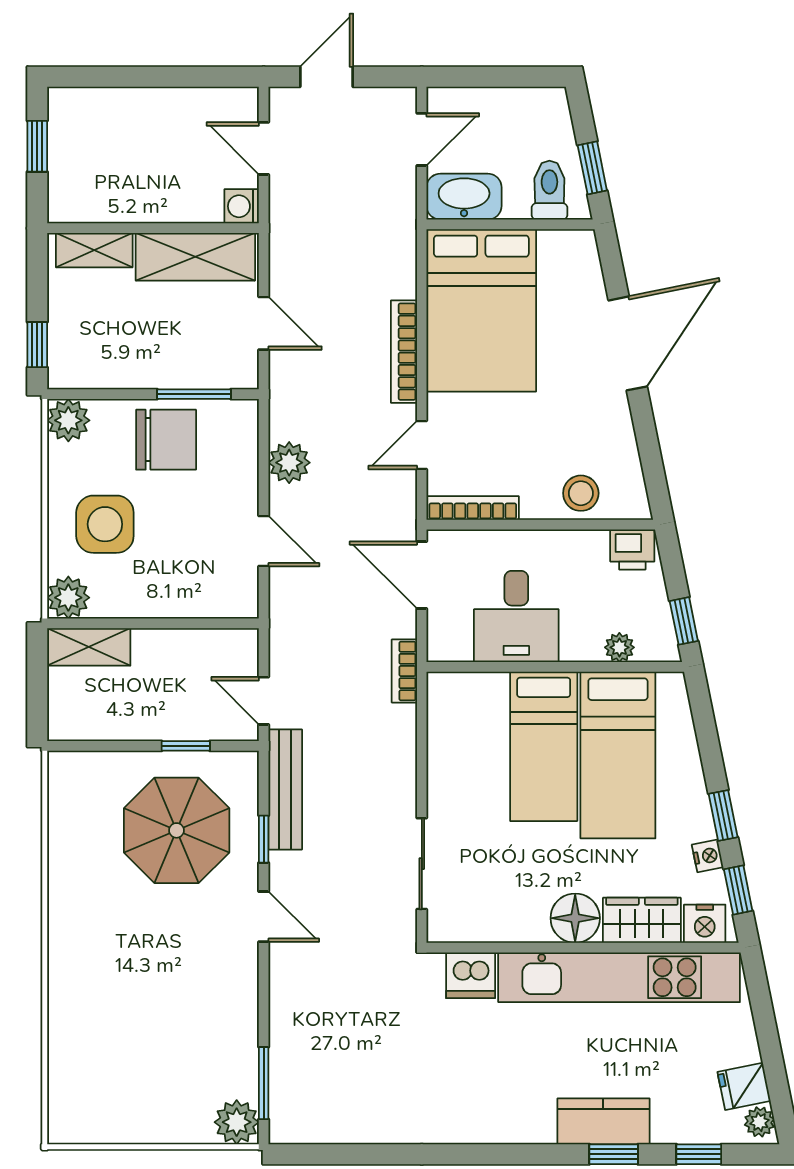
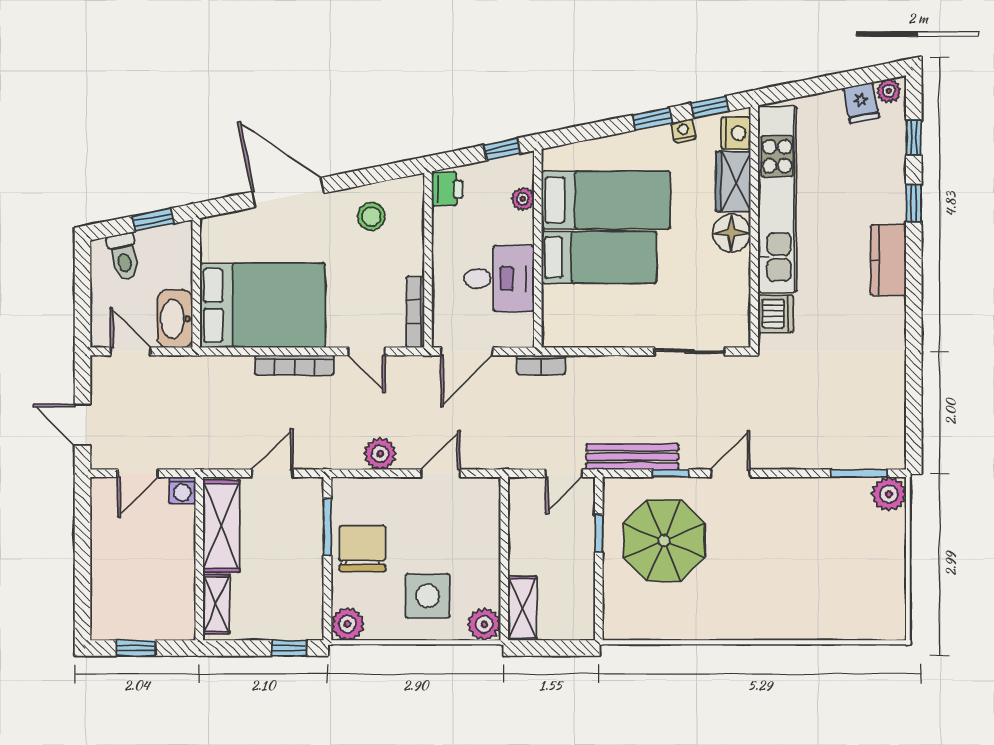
toilet: (549, 190) -> (124, 257), moved, turned -101
stool: (581, 493) -> (371, 216), moved
kitchen counter: (603, 1121) -> (888, 260), moved

